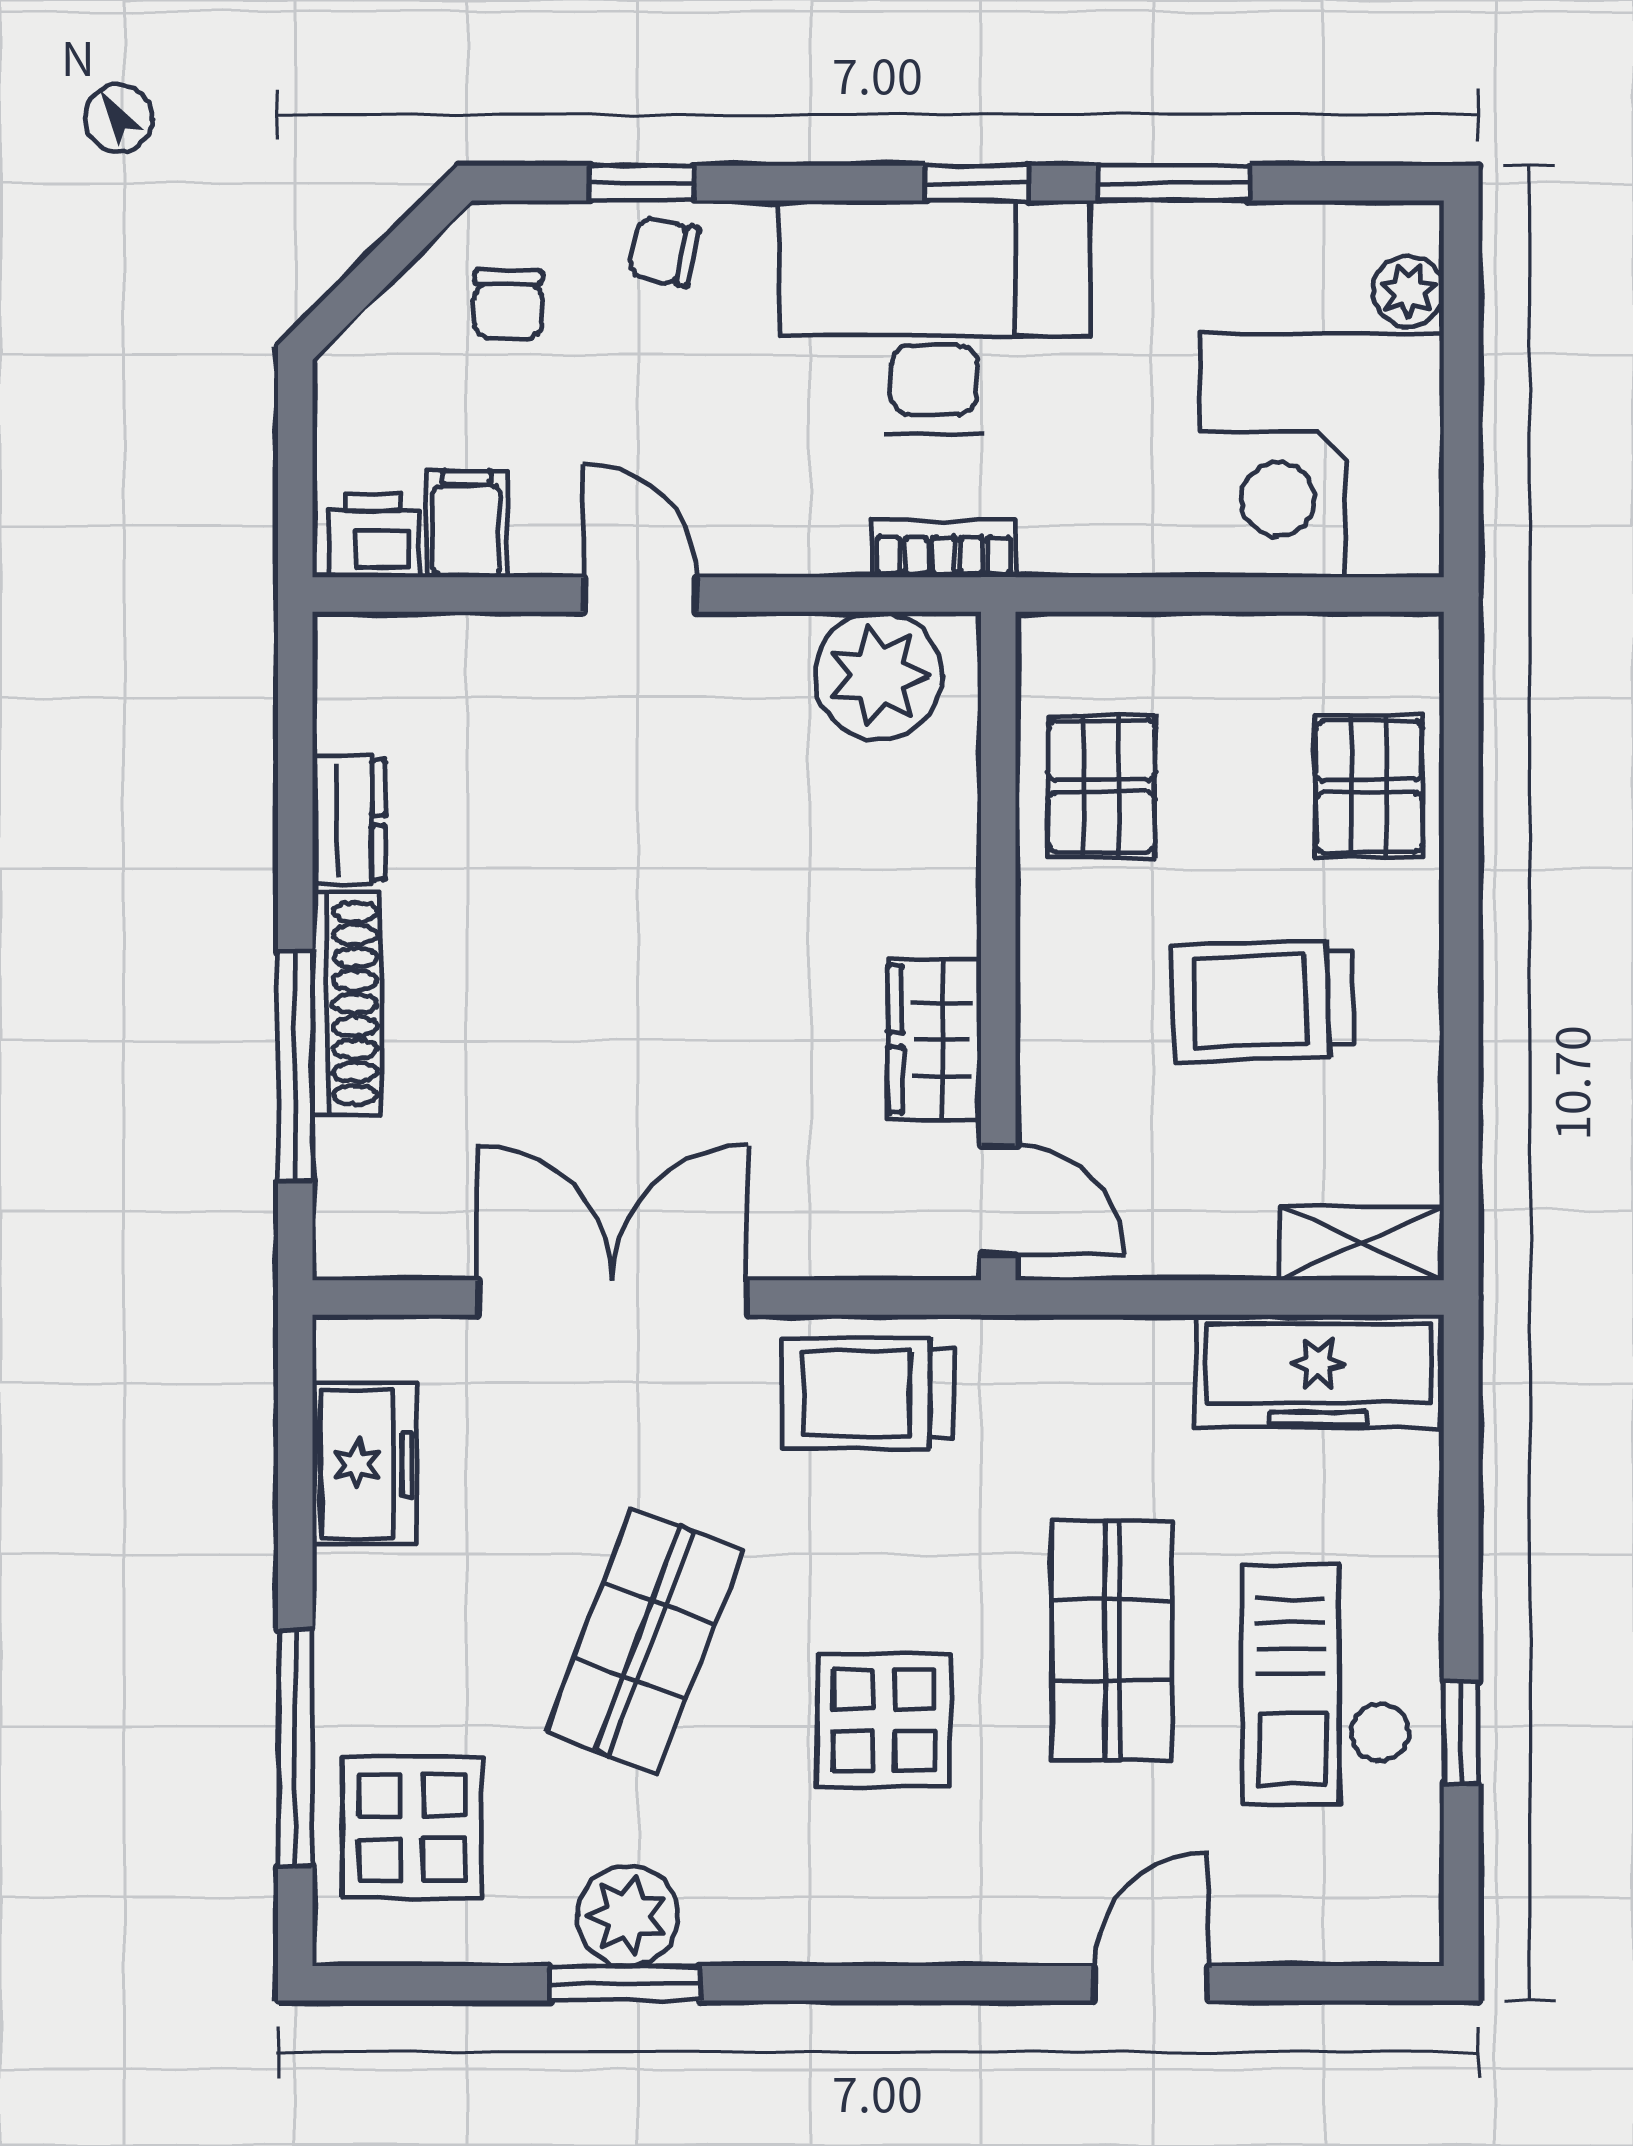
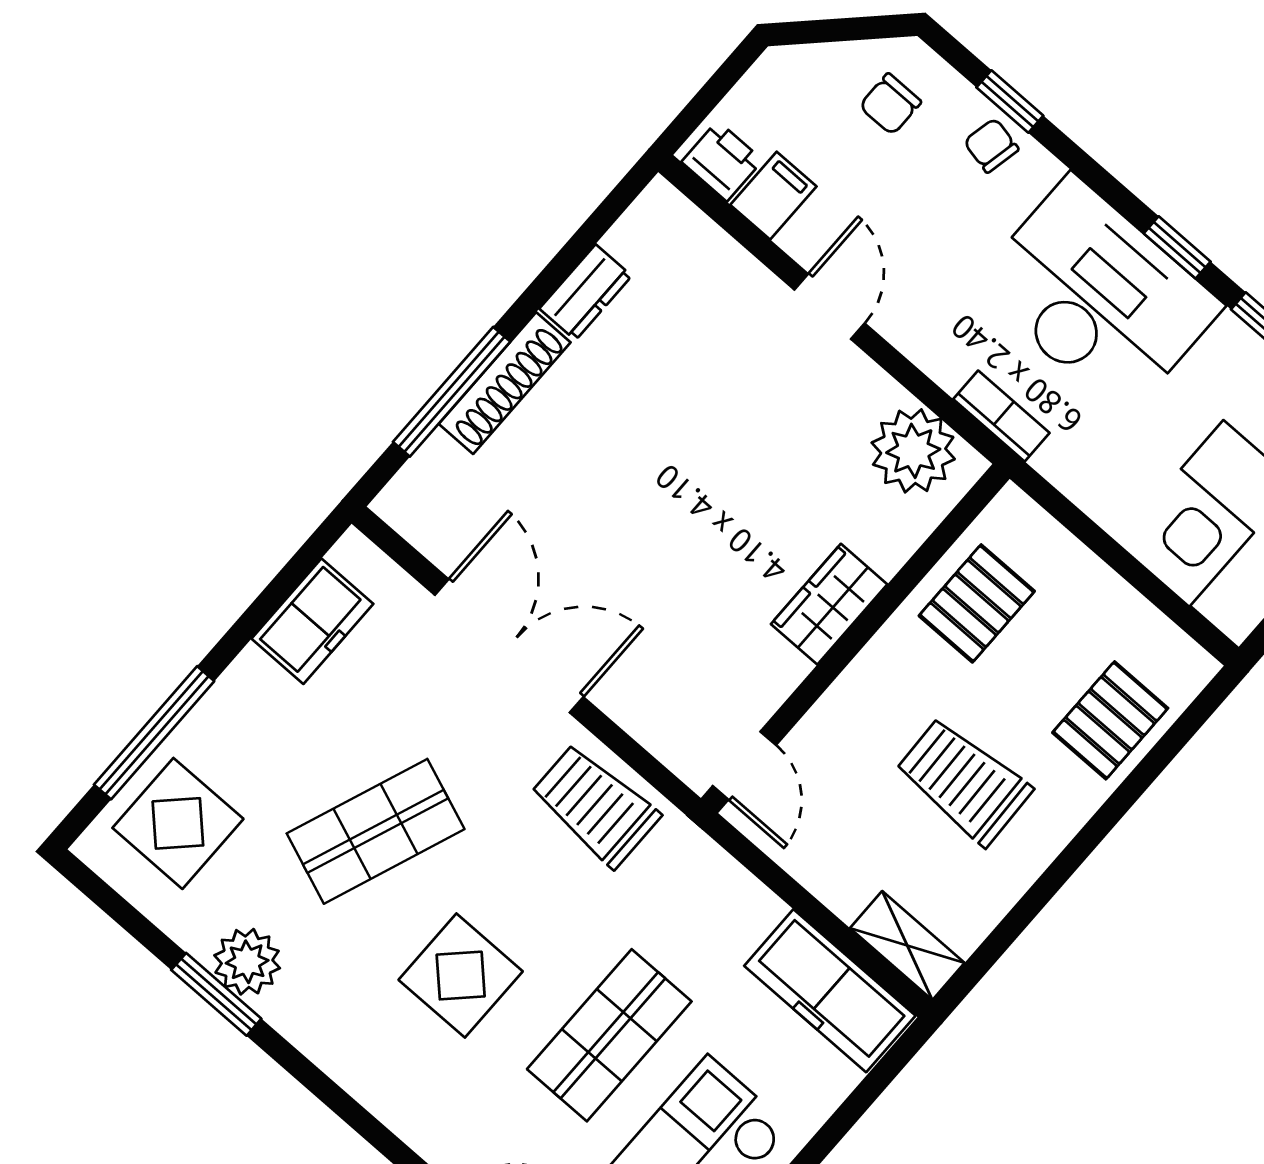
wardrobe: (934, 1040) -> (829, 604), moved

